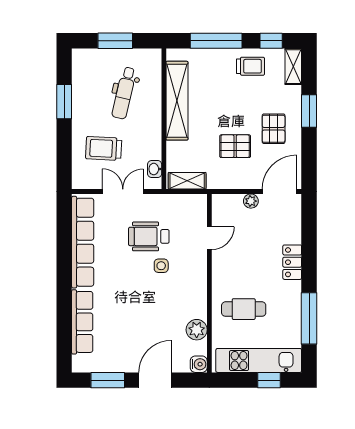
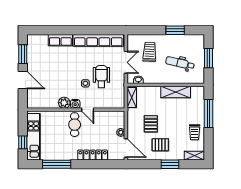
window: (271, 41) -> (208, 143), removed
shelving: (177, 101) -> (176, 92), width x0.68
door: (209, 238) -> (88, 110), moved
locker: (292, 262) -> (93, 155), width x1.53
cafe table: (244, 309) -> (75, 125), moved
row of seats: (82, 322) -> (60, 40), width x0.68
plant: (197, 330) -> (64, 103), moved
water cooler: (199, 364) -> (75, 104), moved

